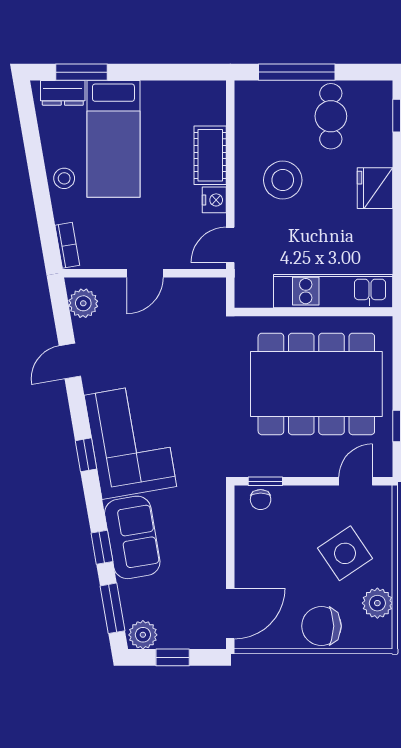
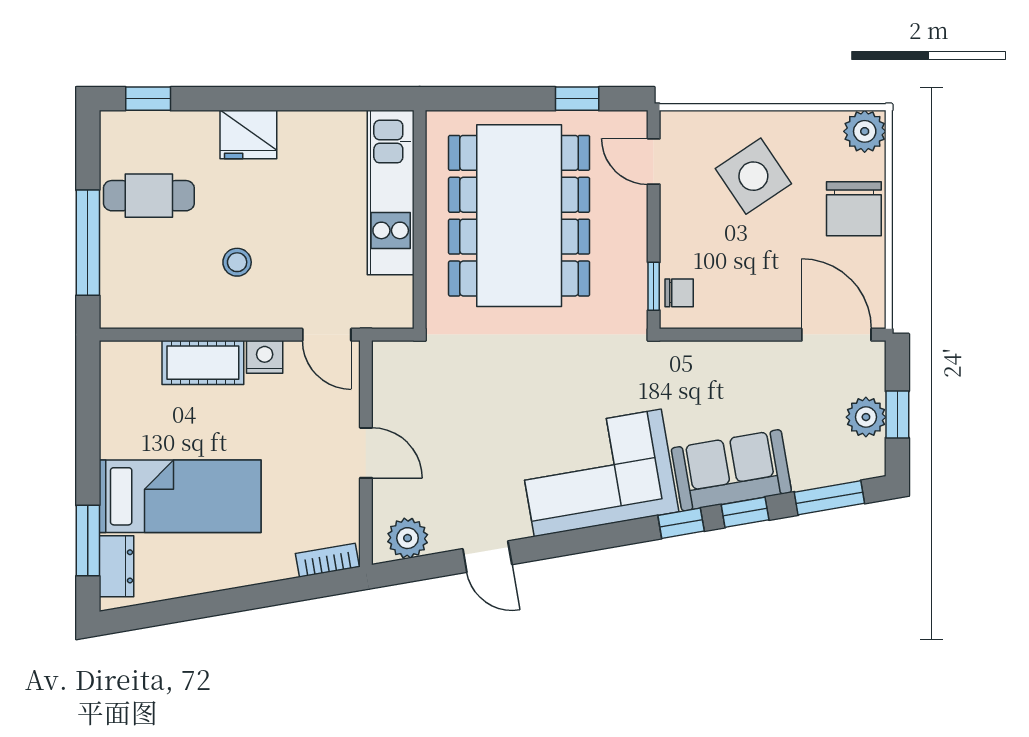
stool: (64, 178) -> (235, 564), removed
stool: (283, 180) -> (237, 262), width x0.53, depth x0.53
window: (86, 455) -> (681, 523), moved
plant: (377, 603) -> (865, 131), moved
plant: (143, 635) -> (866, 417), moved

